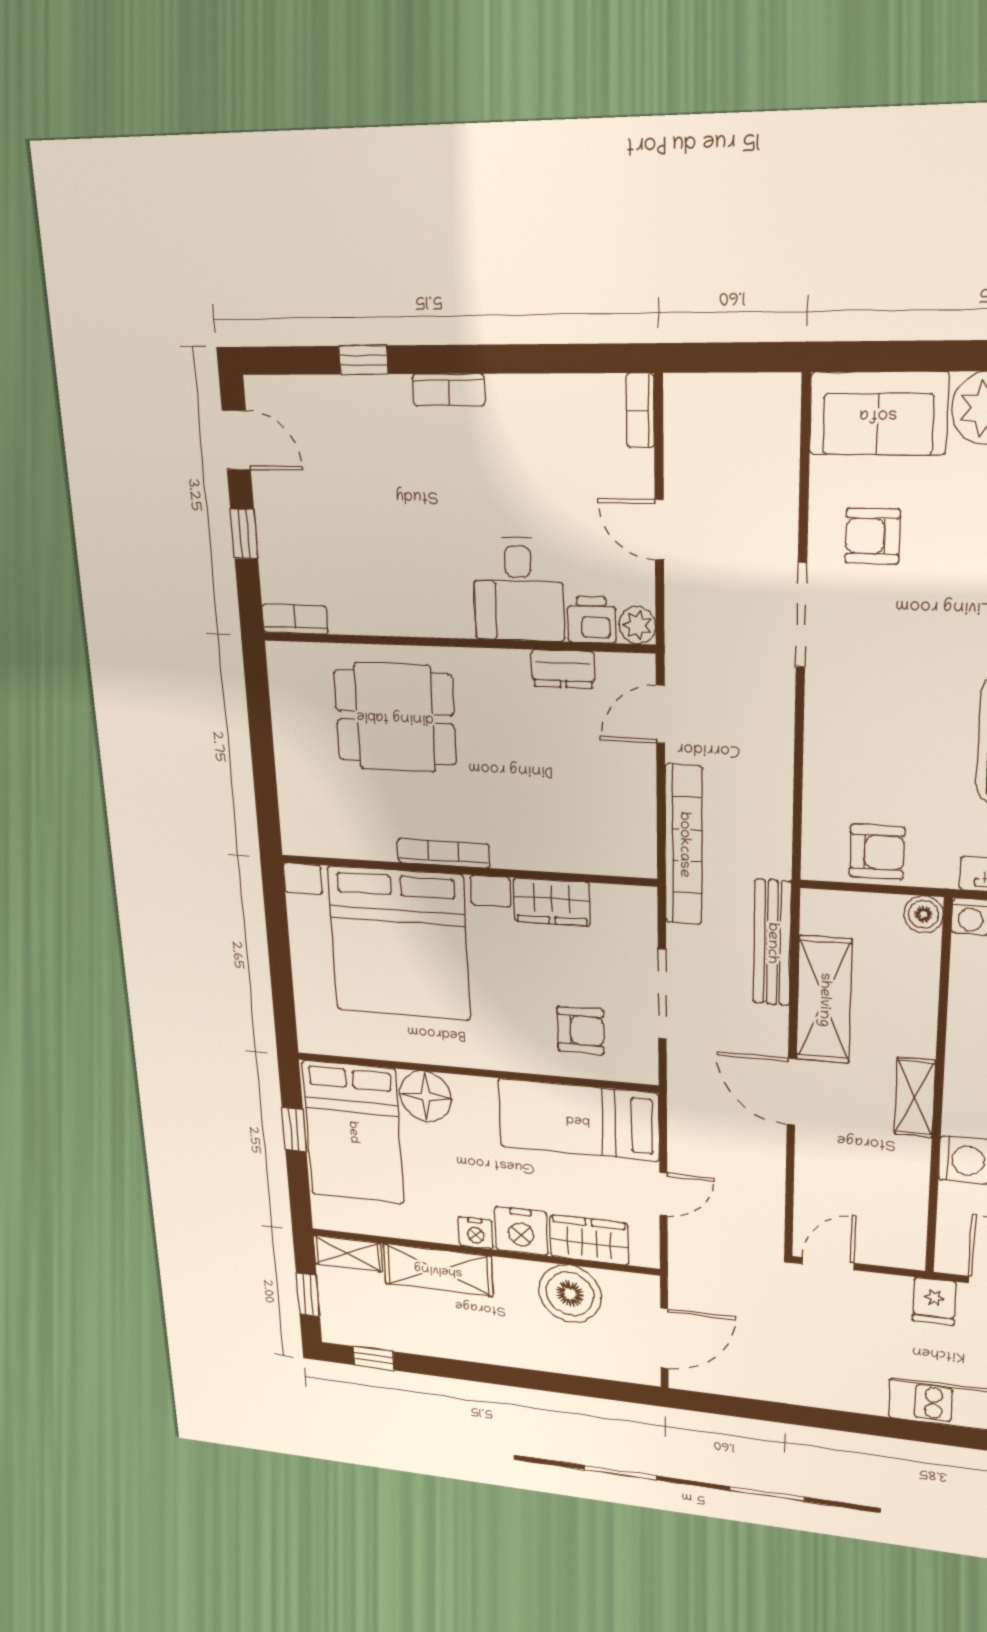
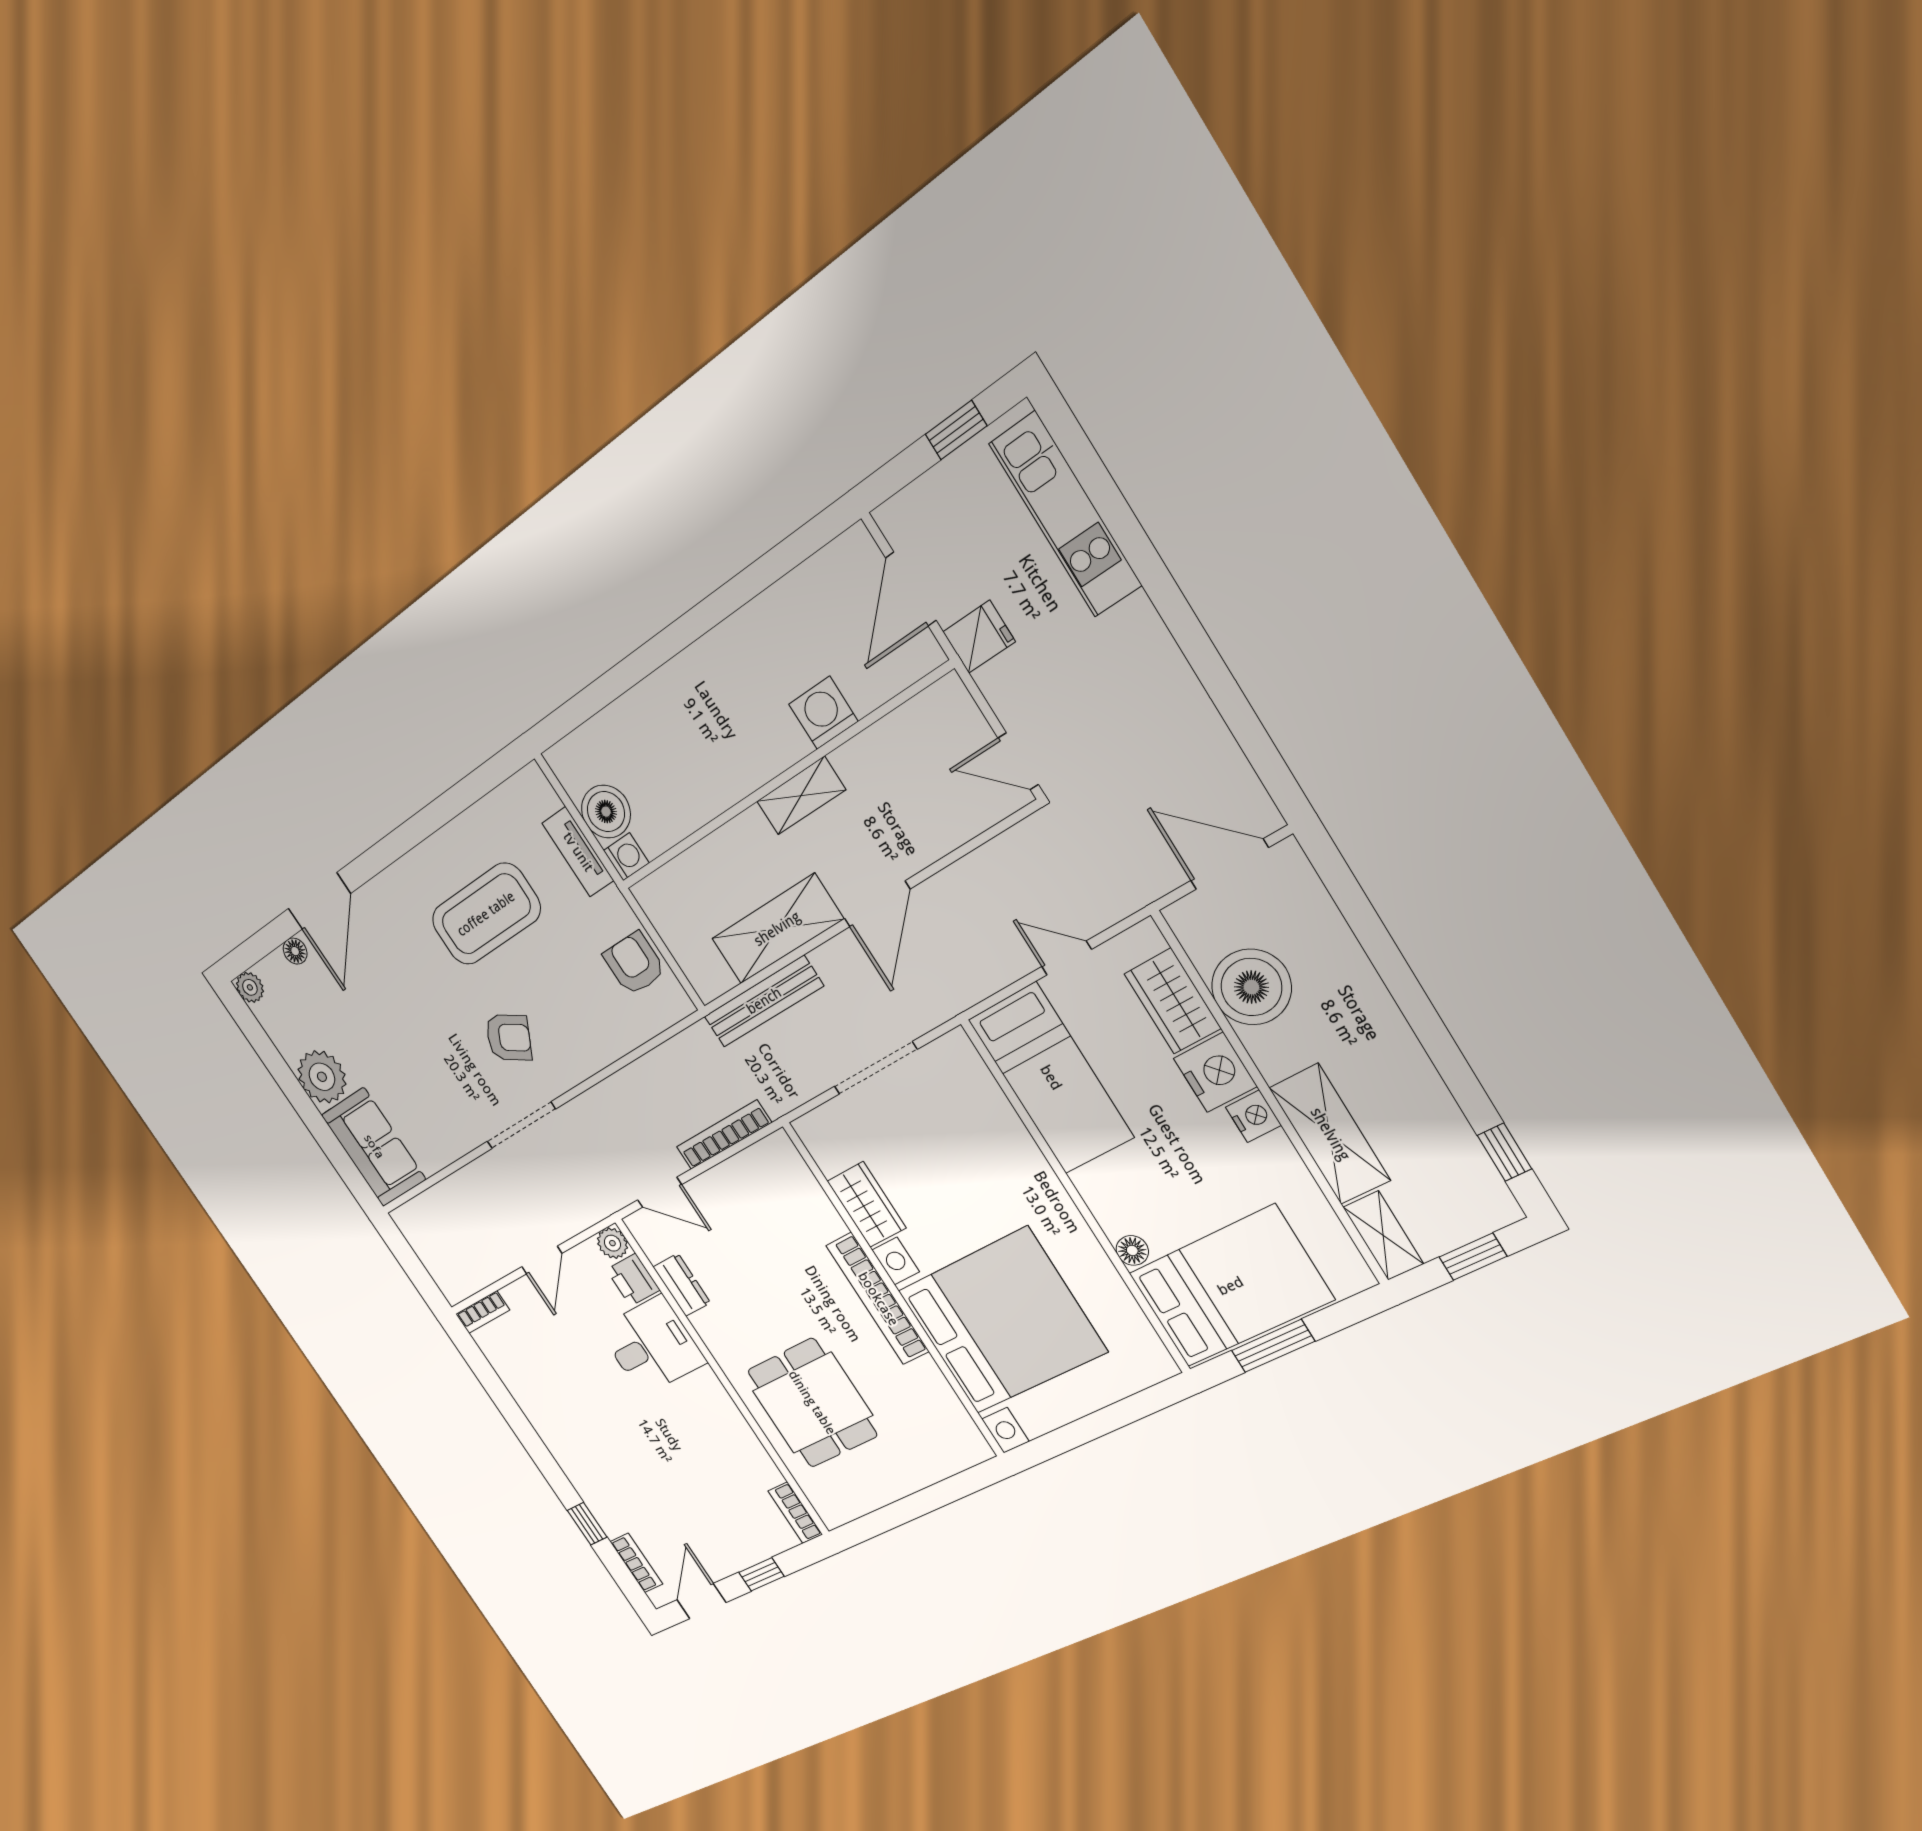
bookcase: (449, 390) -> (636, 1563), moved
armchair: (873, 536) -> (509, 1037), moved, turned -60
bookcase: (684, 845) -> (724, 1135), width x0.68, depth x0.76
bookcase: (443, 853) -> (878, 1299), width x1.48, depth x1.31
boiler: (923, 914) -> (652, 895), removed
armchair: (581, 1030) -> (962, 1121), removed
floor lamp: (426, 1096) -> (1132, 1250), width x0.53, depth x0.53
window: (294, 1130) -> (1273, 1346), width x1.50

